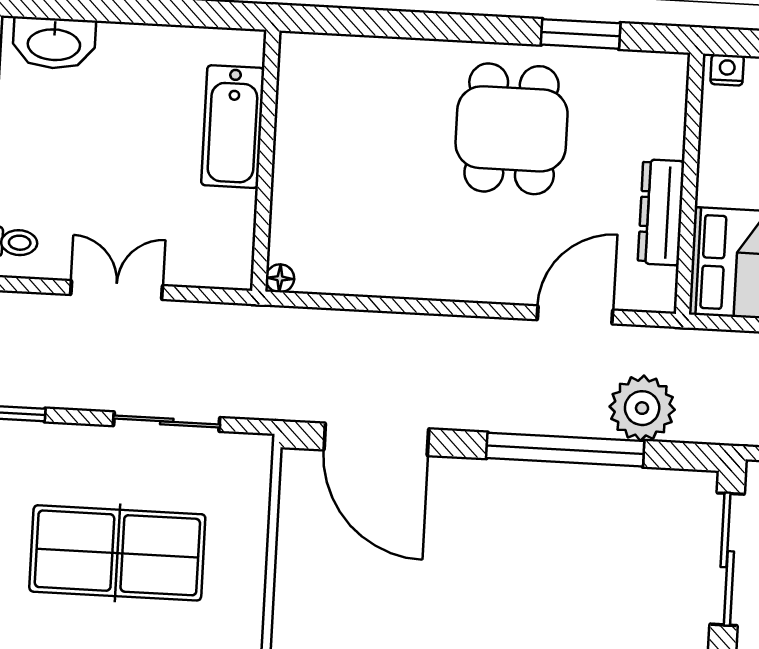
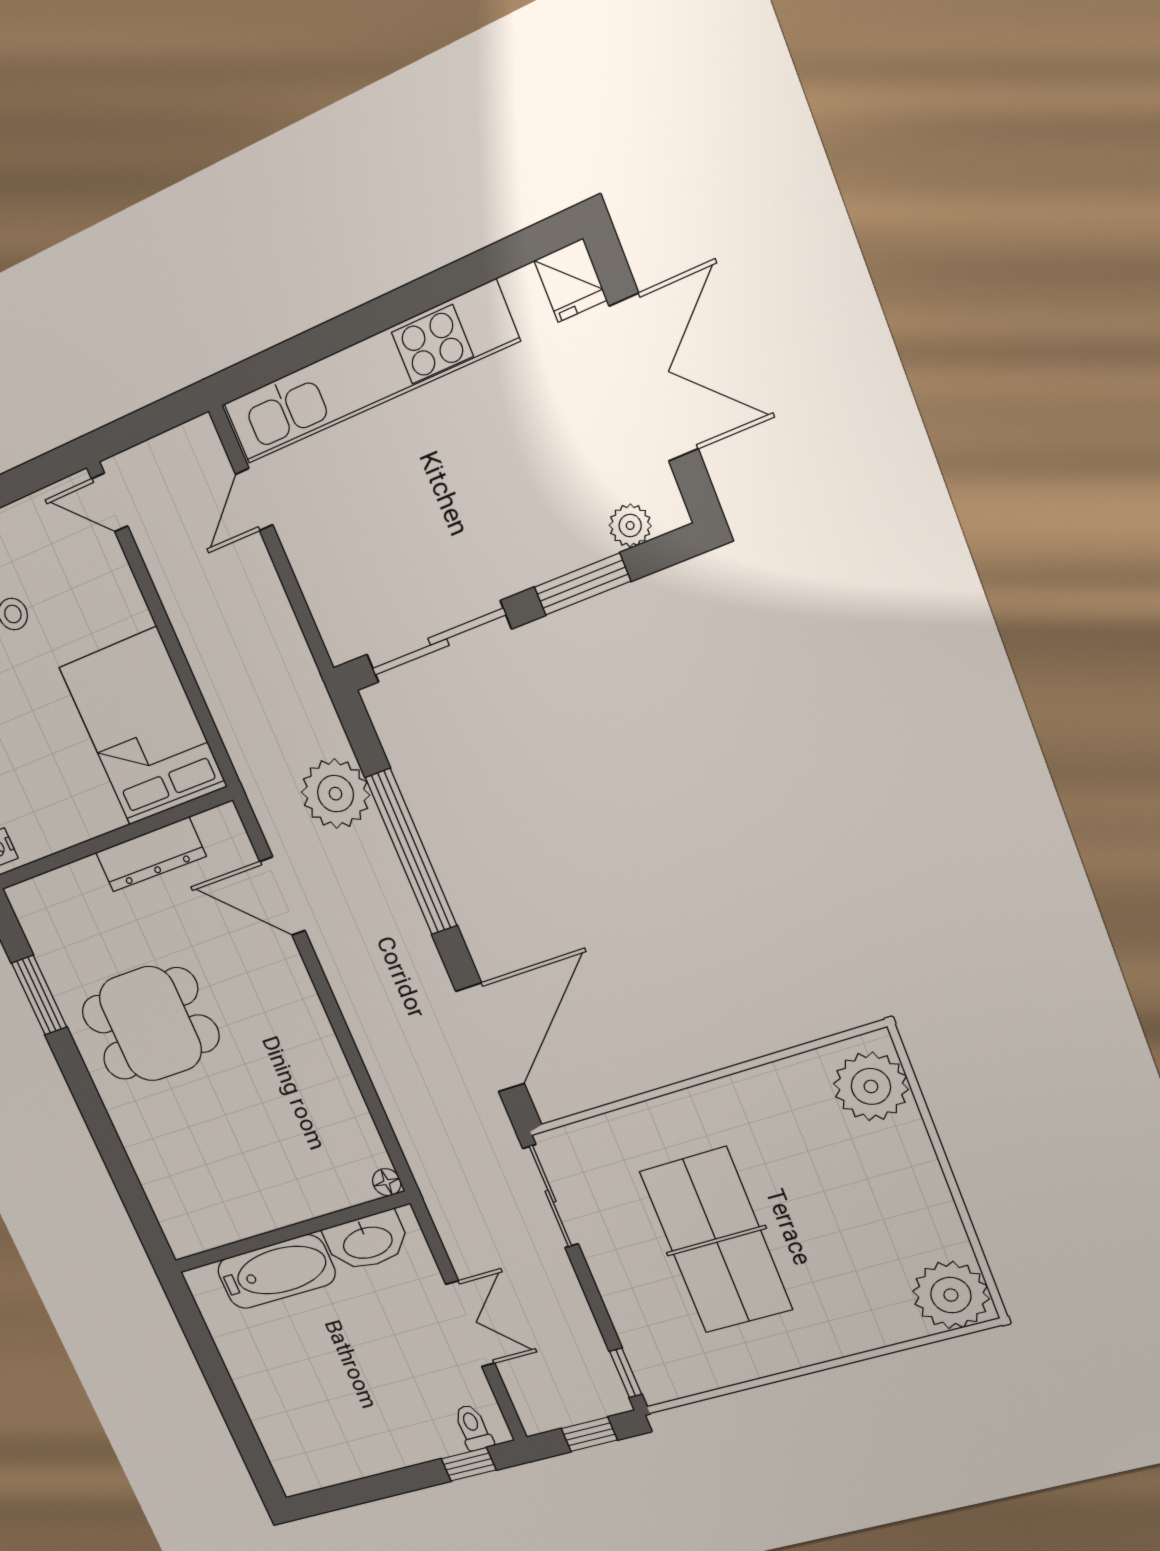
washbasin: (54, 43) -> (367, 1241), moved, turned 90
double door: (117, 290) -> (470, 1324), swing flipped
sliding door: (167, 422) -> (551, 1196), moved

